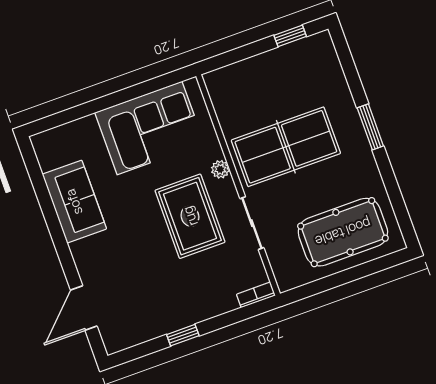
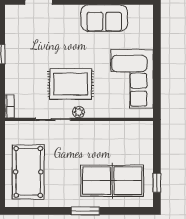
table tennis table: (286, 147) -> (112, 181), moved, turned 90
plant: (220, 169) -> (79, 112), moved

